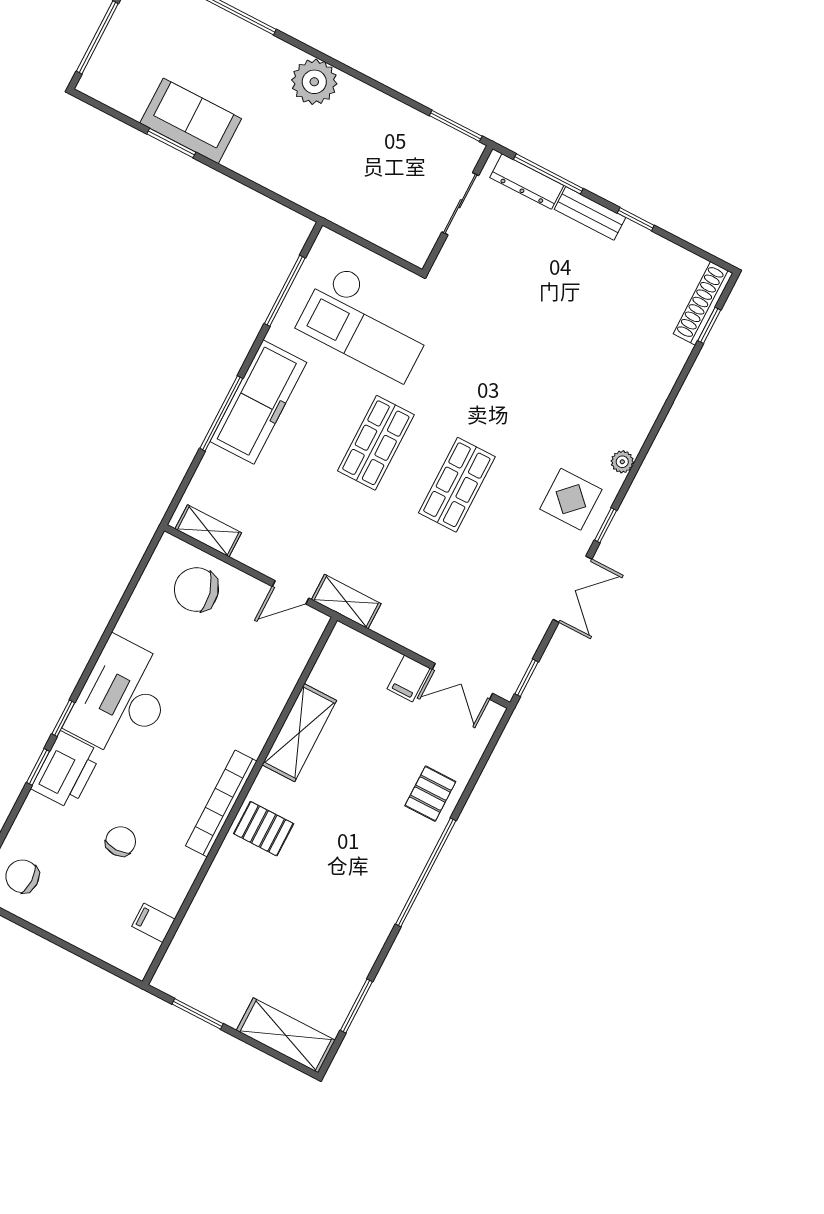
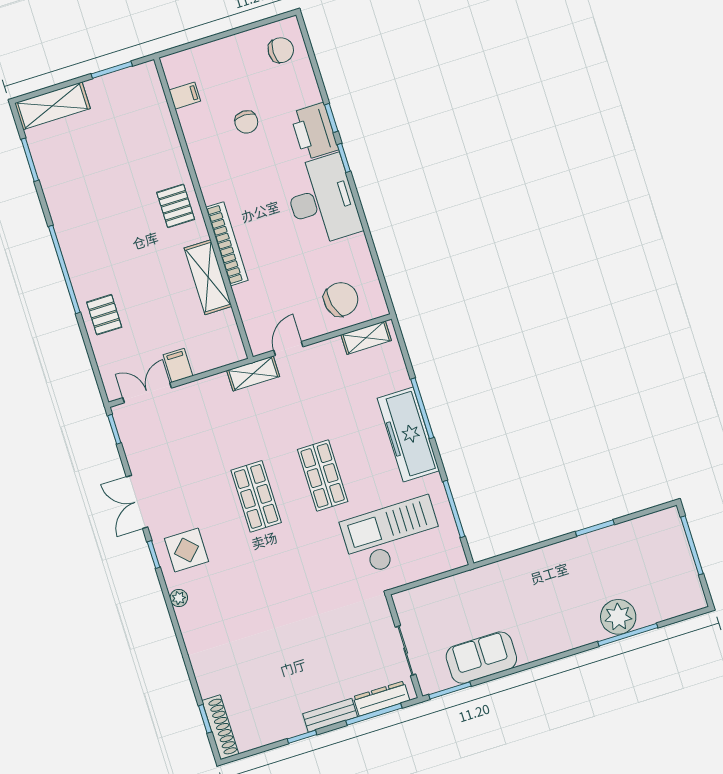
plant: (314, 82) -> (618, 617), moved
sofa: (191, 121) -> (481, 658), moved, turned 180
bookcase: (221, 804) -> (227, 244), moved
pallet: (264, 829) -> (176, 206), turned 90

